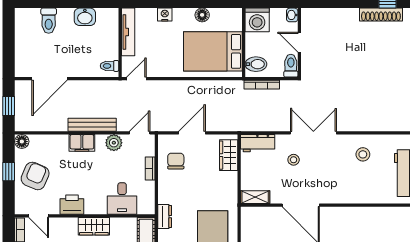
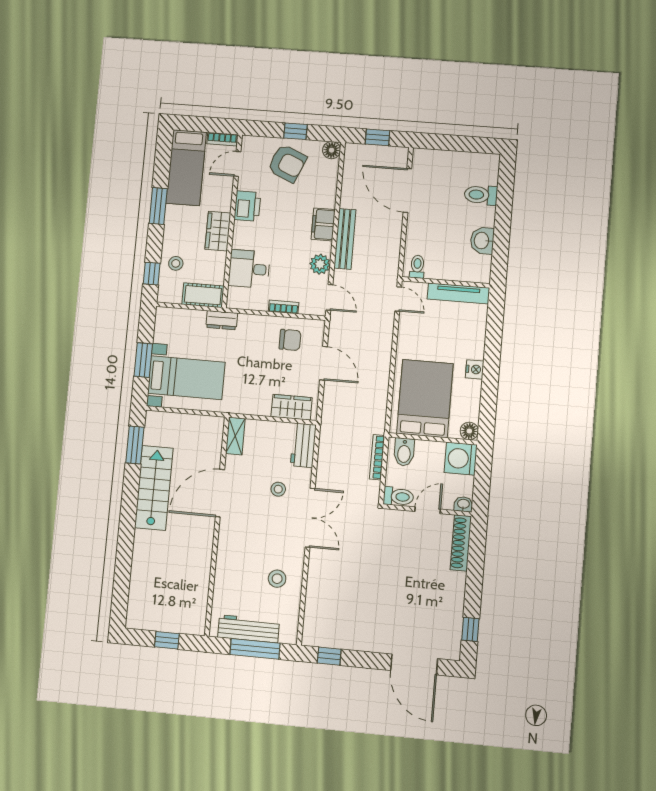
nightstand: (165, 15) -> (475, 369), moved
floor lamp: (202, 15) -> (469, 431), moved
shoe rack: (381, 15) -> (461, 543), moved

